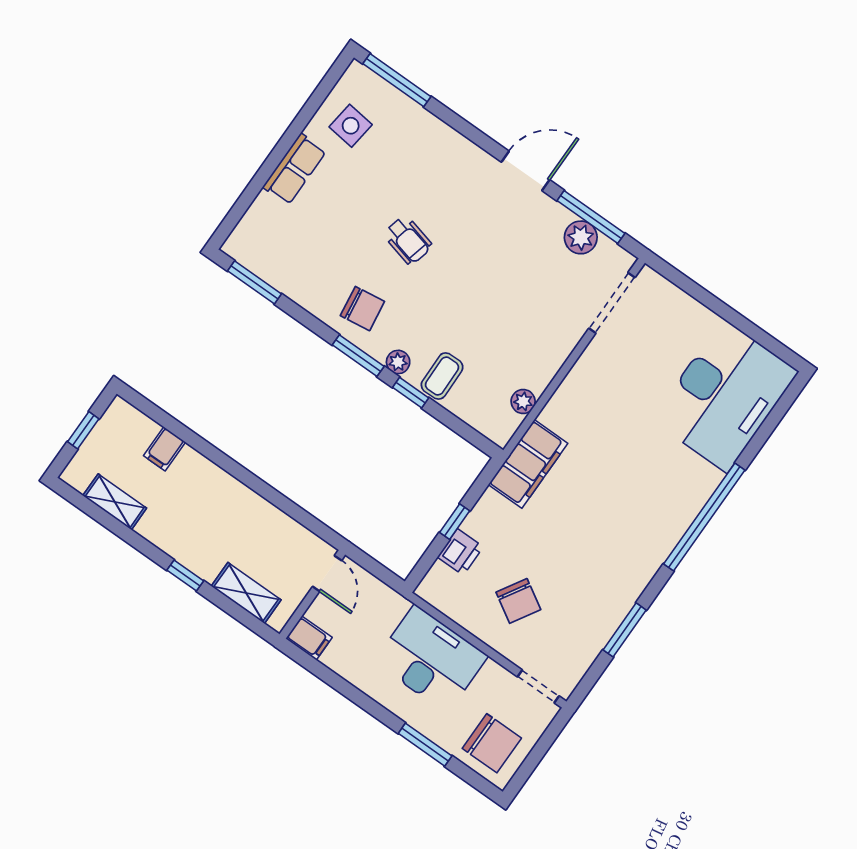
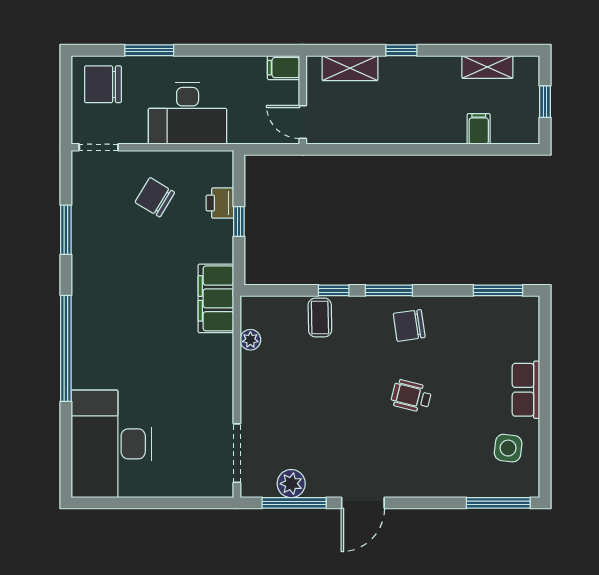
plant: (398, 362) -> (358, 306), removed

